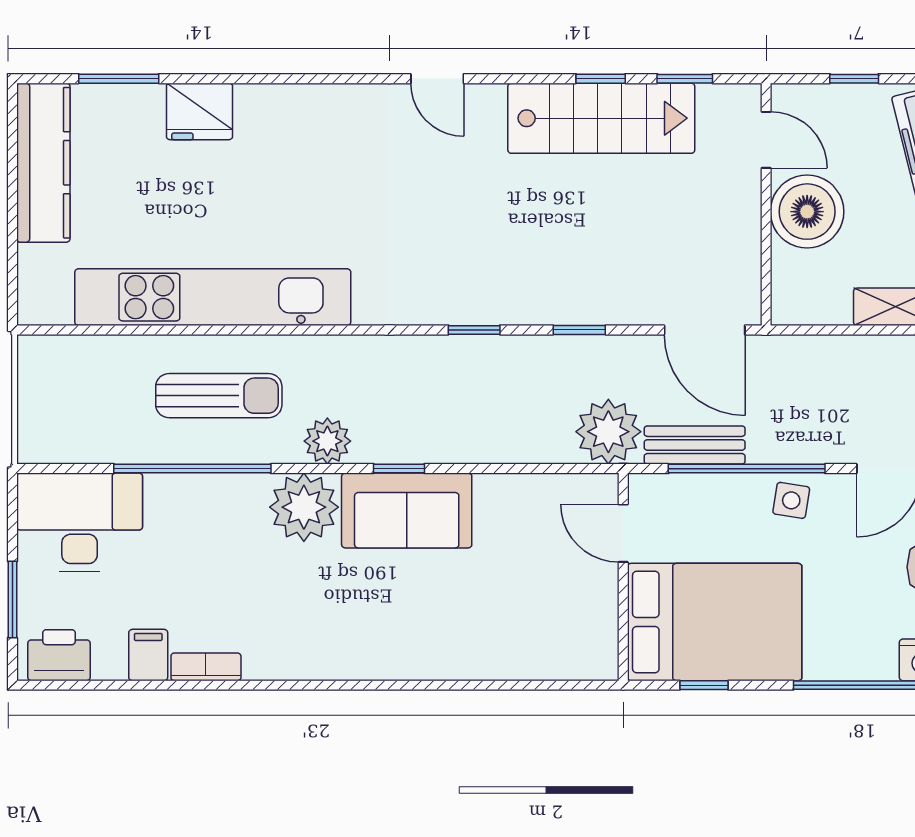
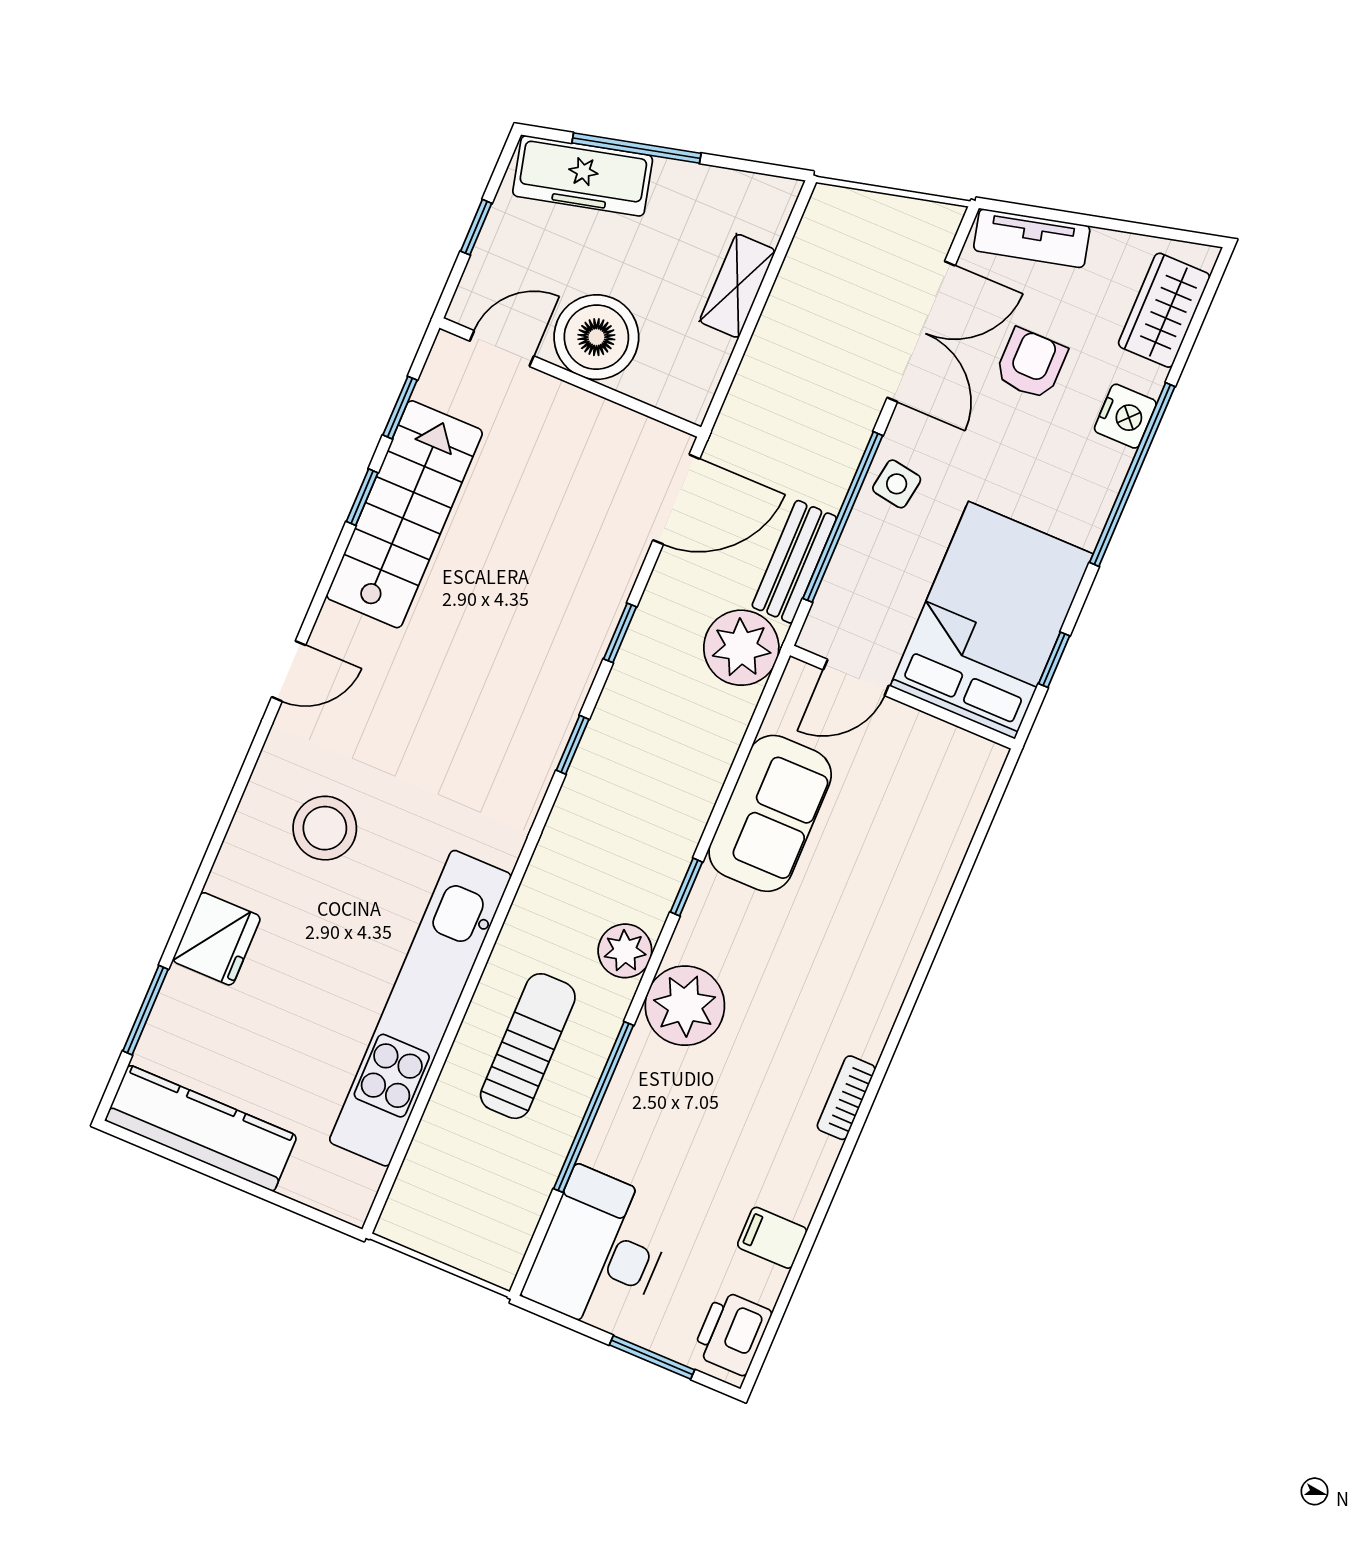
stool: (324, 160) -> (325, 828), added
sofa: (407, 510) -> (770, 813), moved
bookcase: (206, 667) -> (846, 1098), moved

